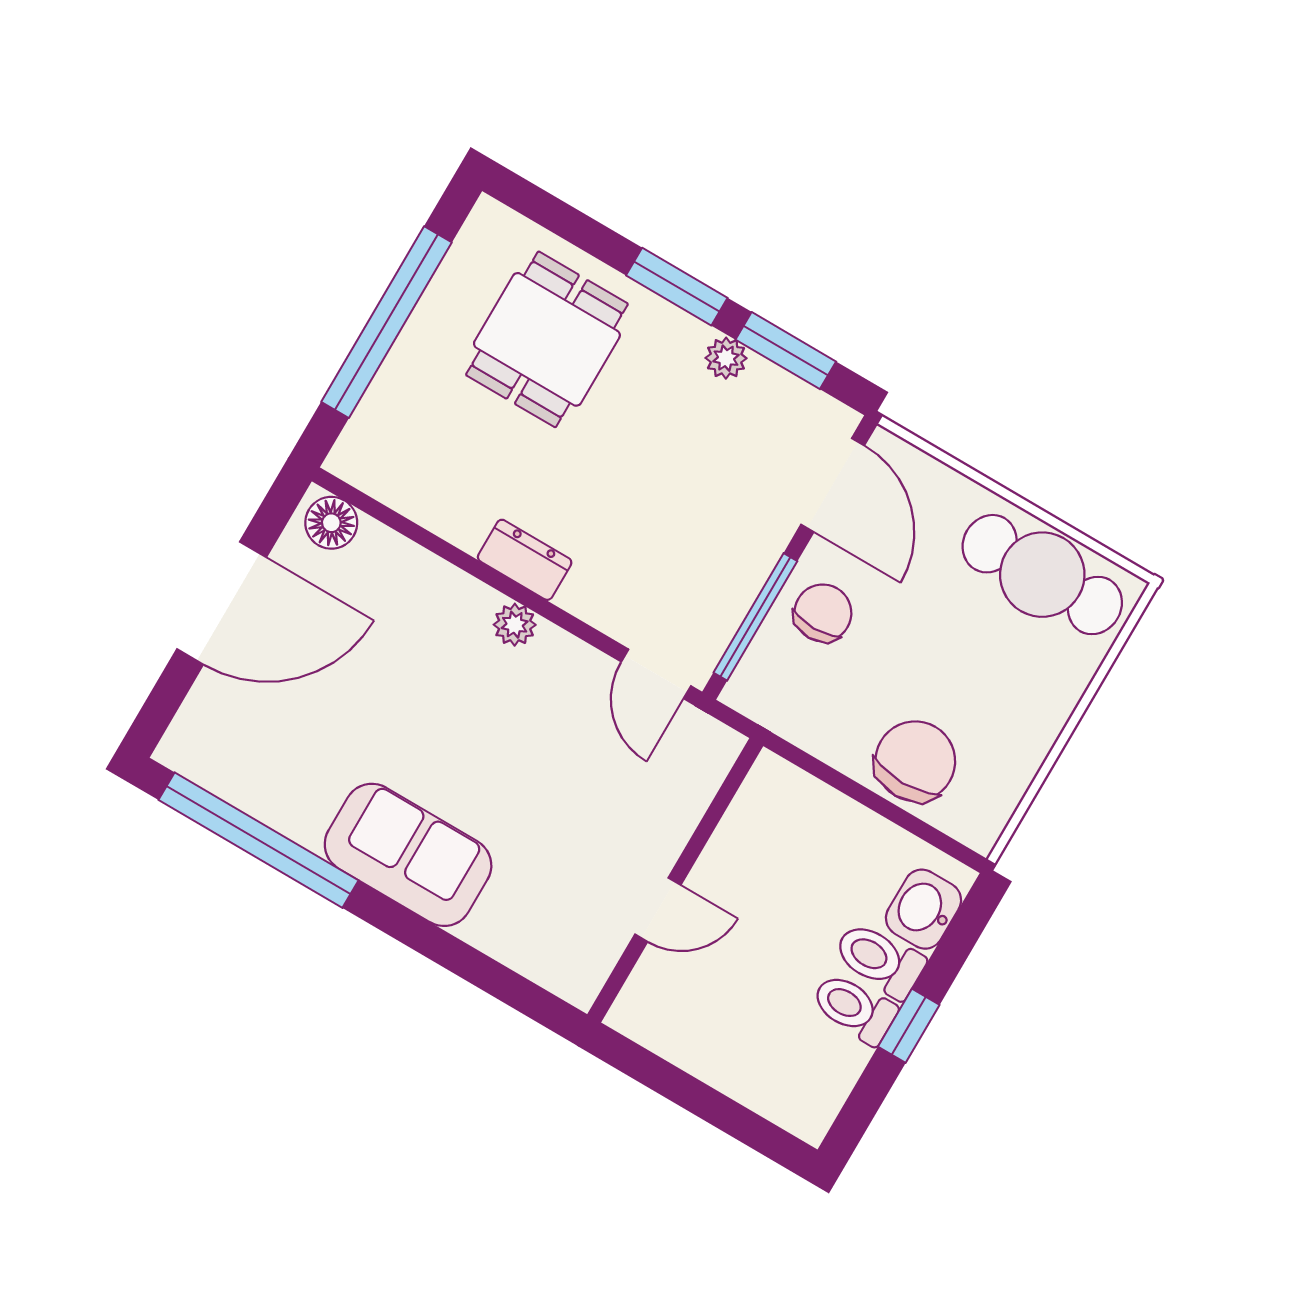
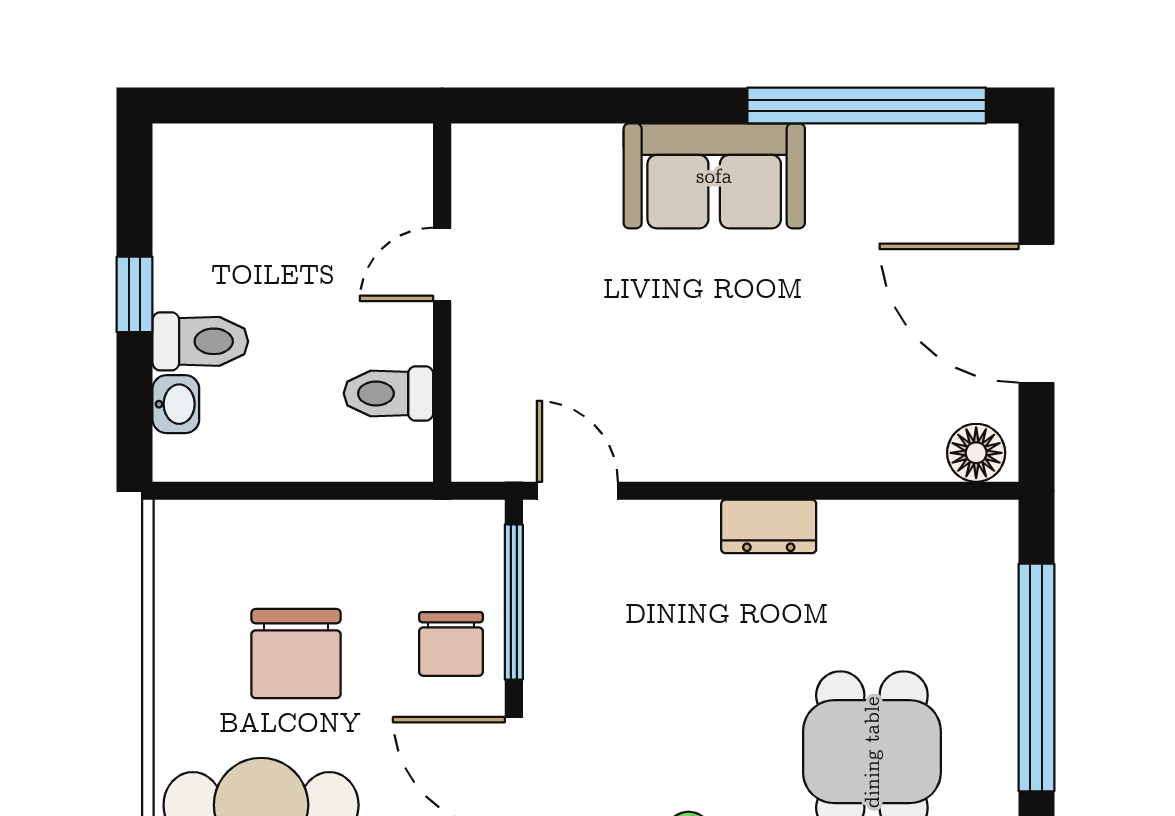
door: (222, 603) -> (1036, 313), hinge flipped
plant: (515, 625) -> (742, 458), removed
chair: (915, 761) -> (296, 654), moved
washbasin: (923, 909) -> (176, 404), width x0.72, depth x0.69
toilet: (854, 1008) -> (388, 393), moved, turned 180

